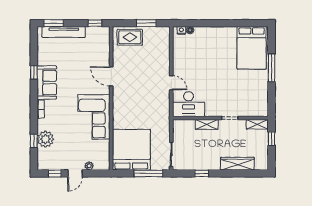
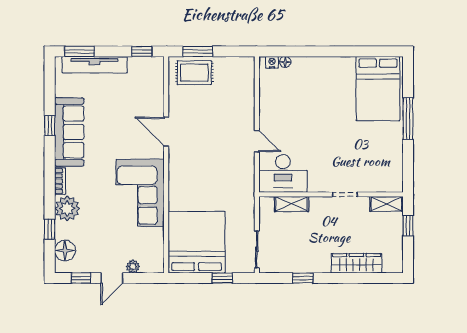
window: (146, 23) -> (198, 51), moved
sofa: (47, 83) -> (69, 132), width x1.36
shelving: (207, 124) -> (292, 204), moved
plant: (45, 139) -> (67, 208), moved
floor lamp: (44, 155) -> (65, 251), added
window: (148, 173) -> (222, 278), width x0.46

